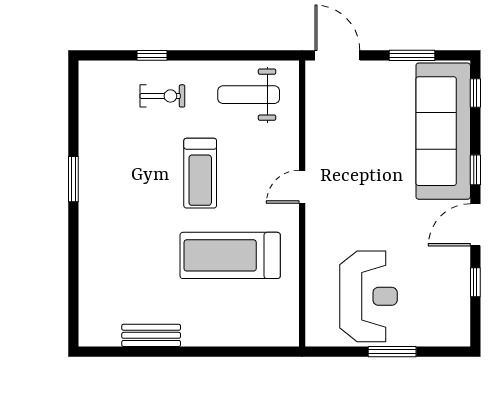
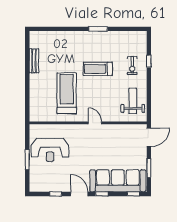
treadmill: (200, 173) -> (98, 69), moved

